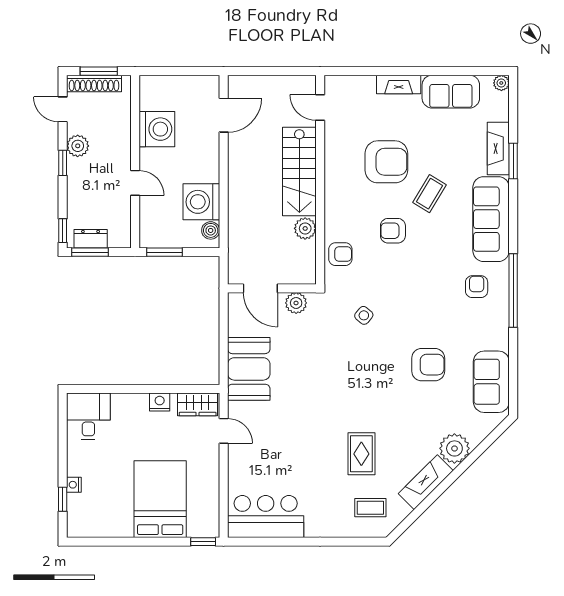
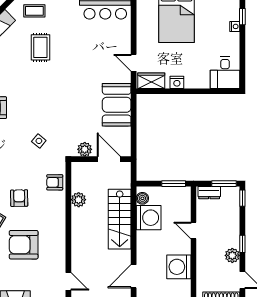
stairs: (299, 172) -> (120, 219), moved, turned 180
armchair: (393, 231) -> (19, 198), turned -91
dresser: (91, 239) -> (209, 193), moved

